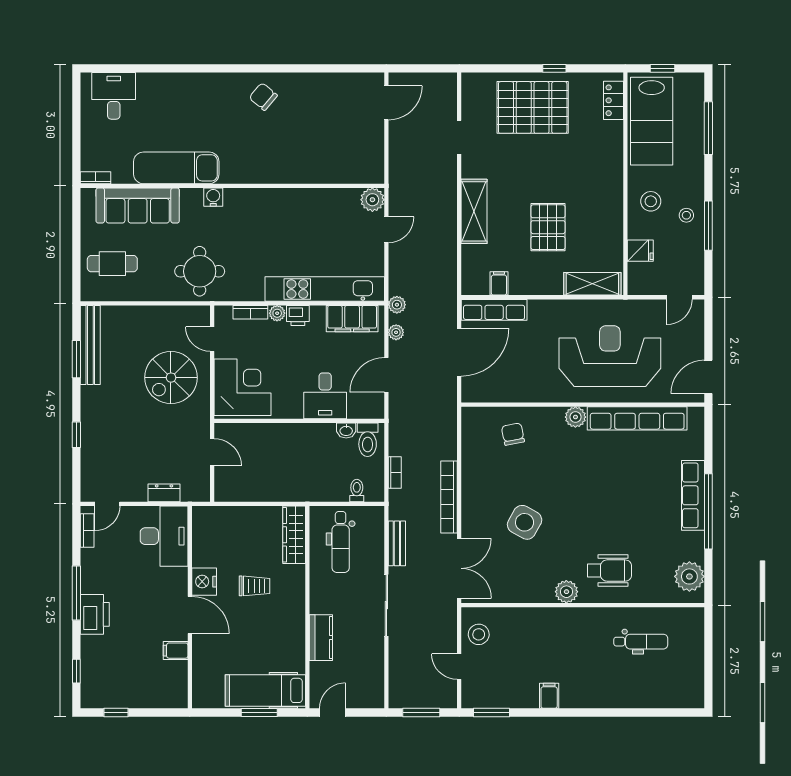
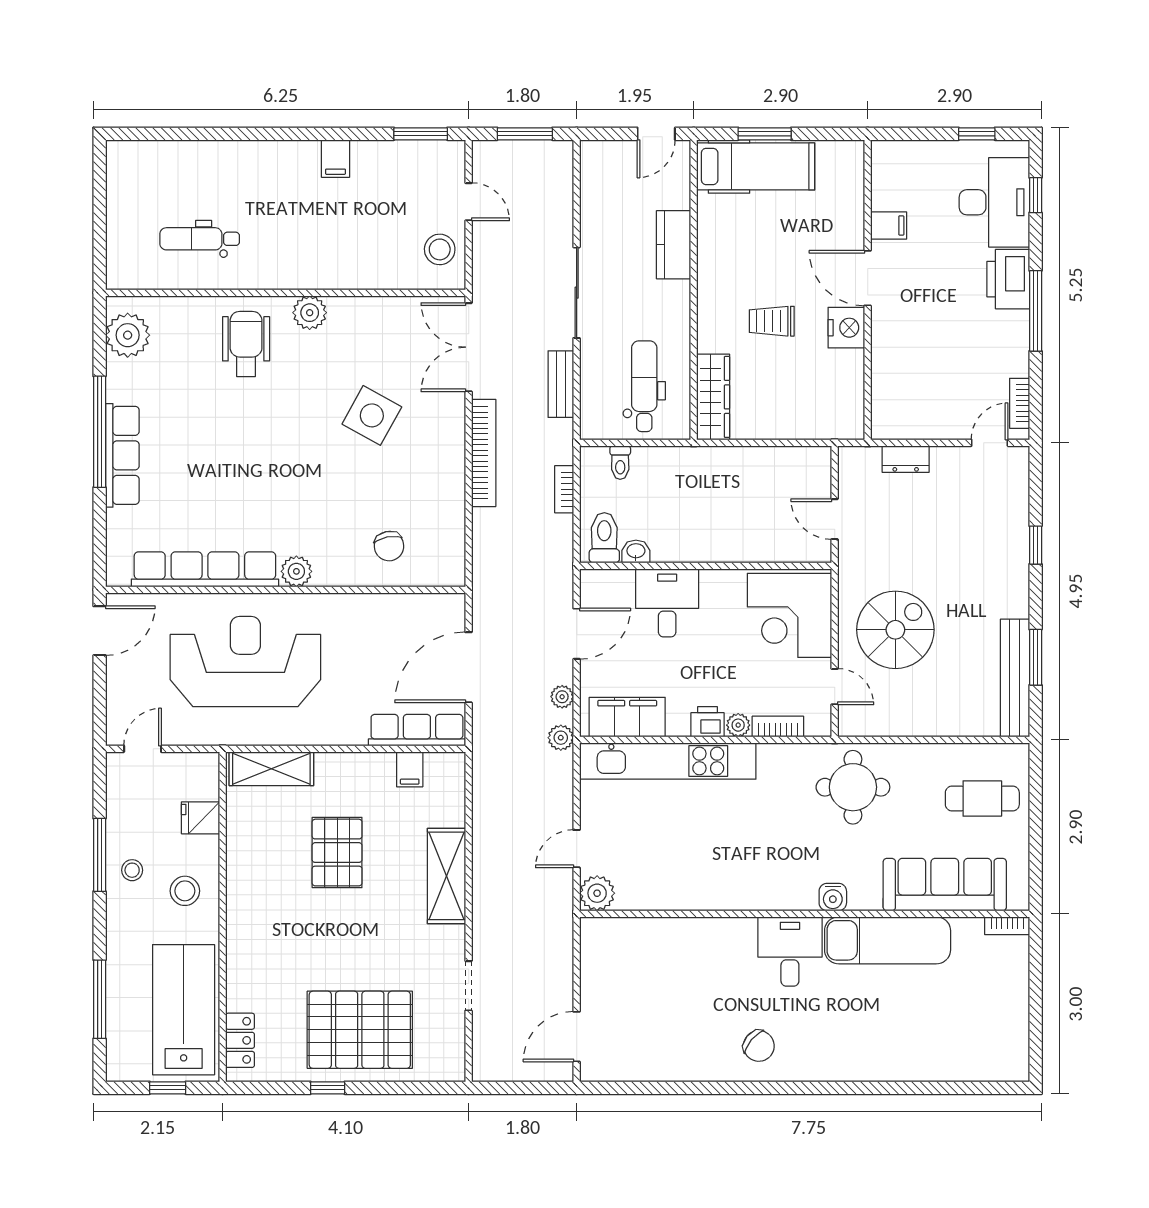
desk: (114, 96) -> (790, 951), moved, turned 180
reception desk: (610, 356) -> (245, 662), turned 180
desk: (164, 536) -> (994, 202), moved, turned 180
wheelchair: (609, 571) -> (246, 344), turned 90

